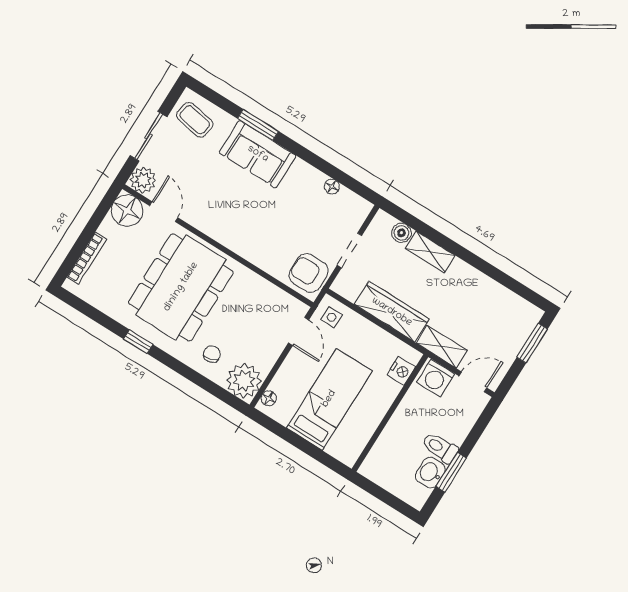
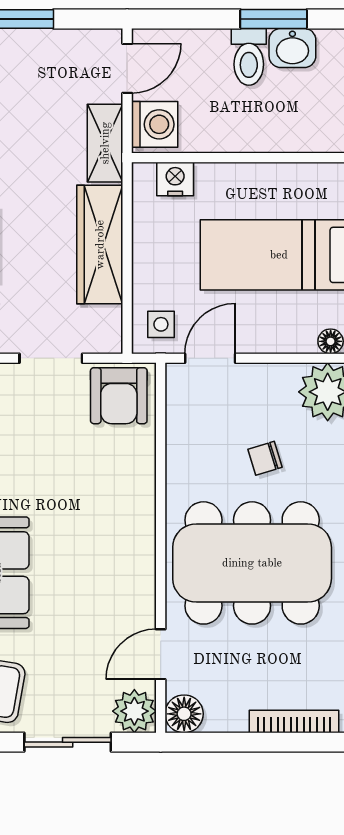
floor lamp: (127, 210) -> (184, 714), width x0.73, depth x0.73
chair: (212, 354) -> (265, 458), moved
door: (473, 382) -> (127, 68), swing flipped

